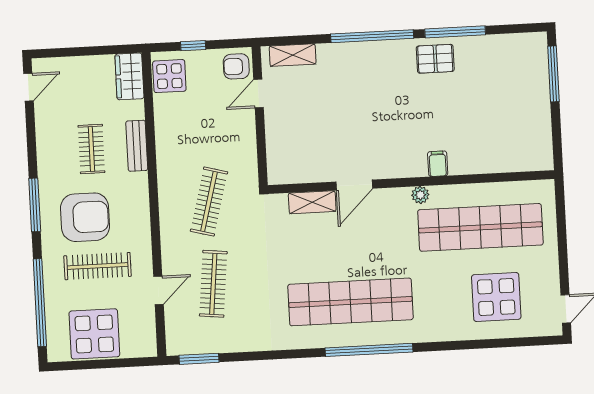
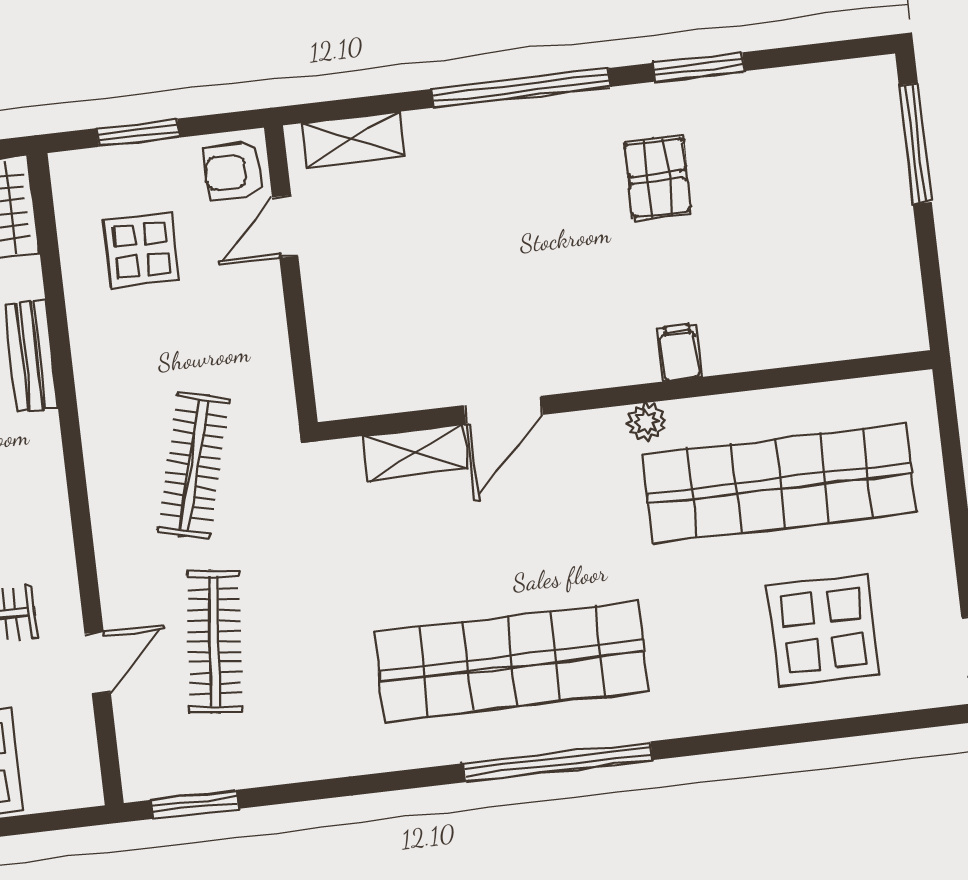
window: (455, 32) -> (698, 67), width x0.69
window: (193, 46) -> (138, 133), width x1.50
pallet: (435, 59) -> (658, 177), moved, turned 90
display table: (169, 76) -> (141, 250), moved

